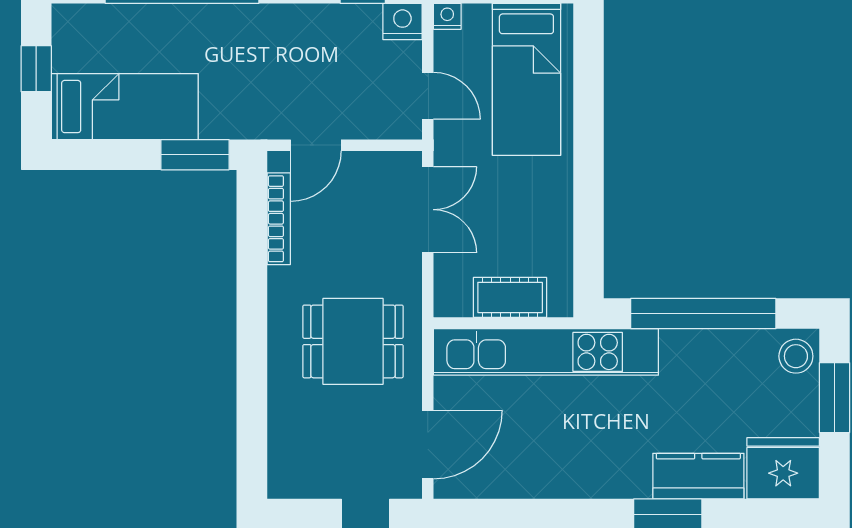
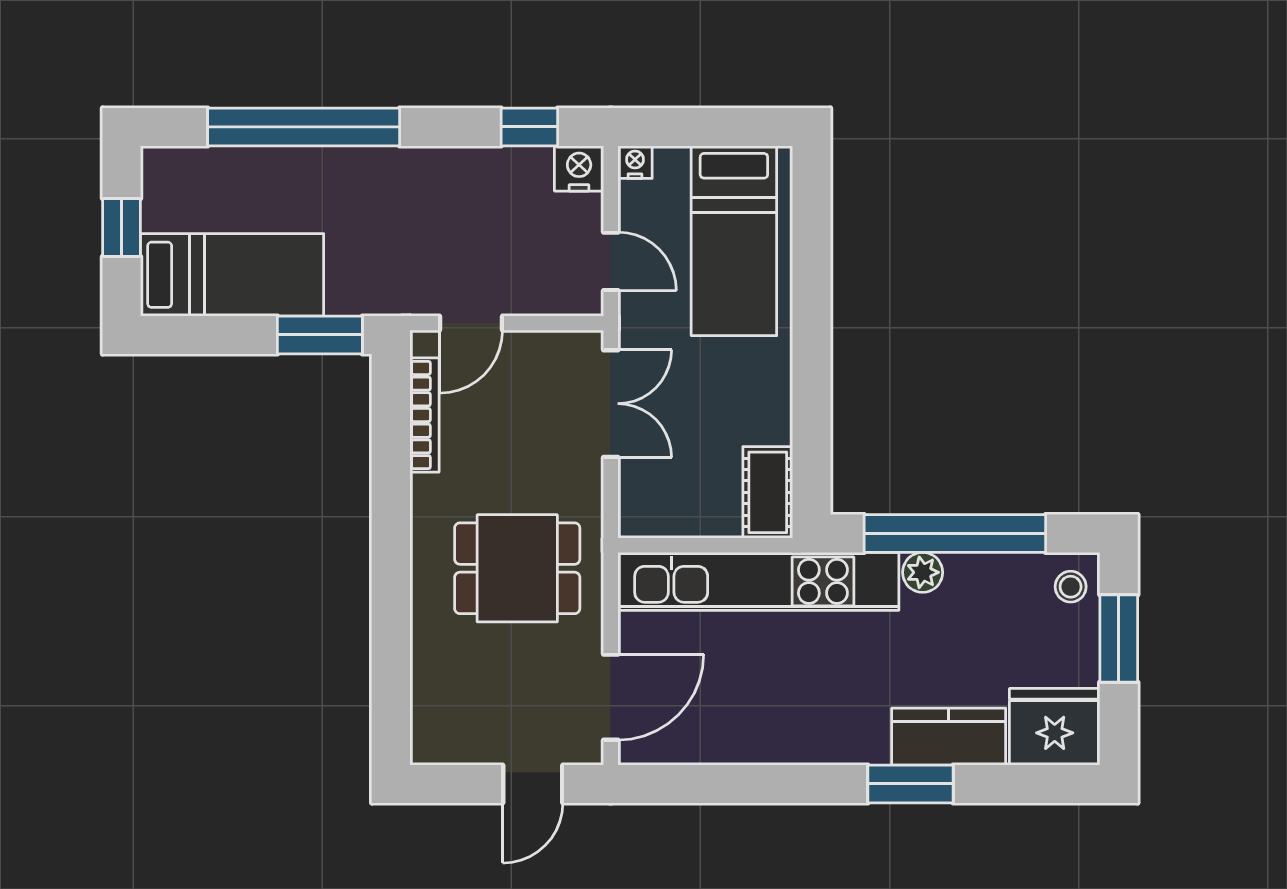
cot: (510, 297) -> (768, 492), moved, turned 90
plant: (677, 345) -> (923, 572), added
stool: (796, 356) -> (1071, 587), width x0.73, depth x0.73

